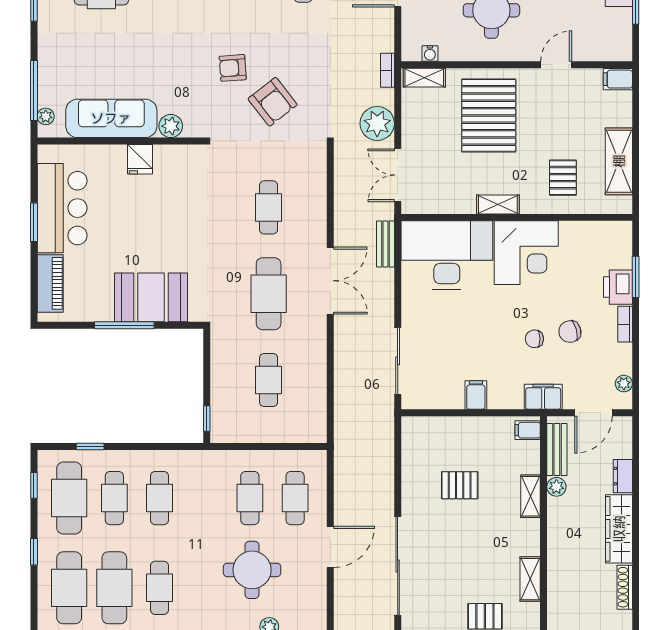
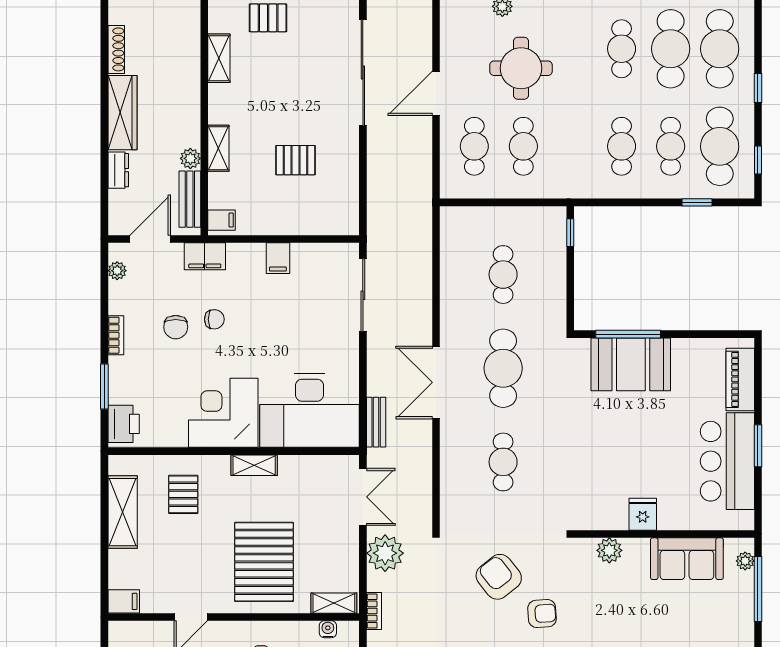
sofa: (111, 118) -> (687, 559), width x0.73
printer: (618, 287) -> (124, 424), moved
window: (124, 325) -> (628, 334), moved
chair: (570, 332) -> (176, 327), turned 105

